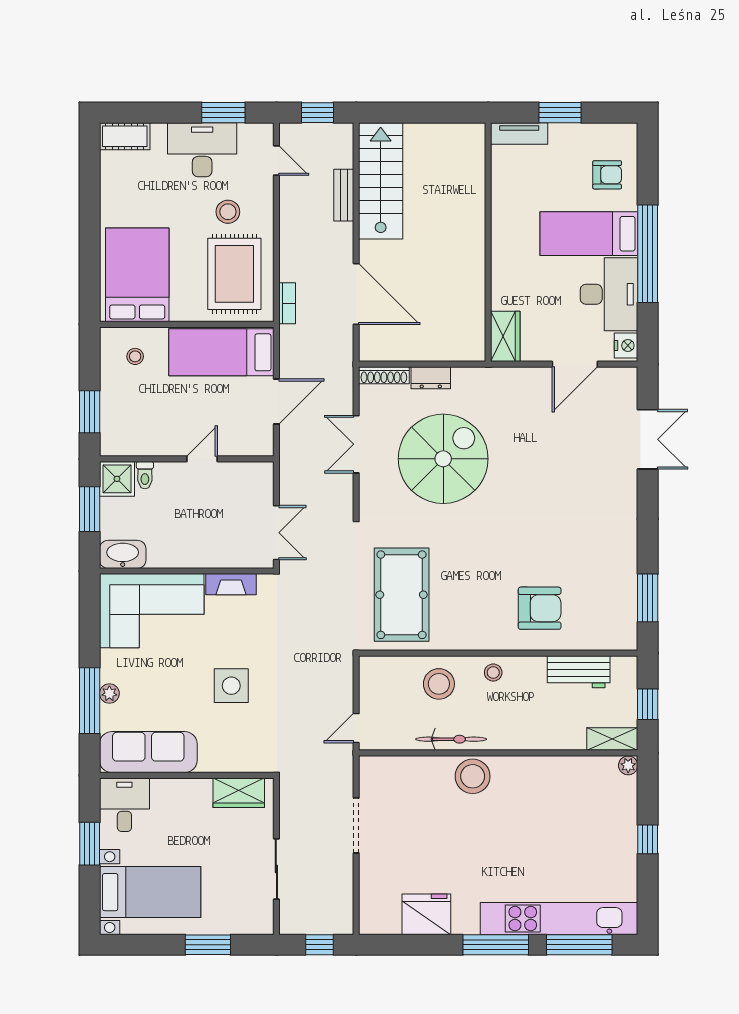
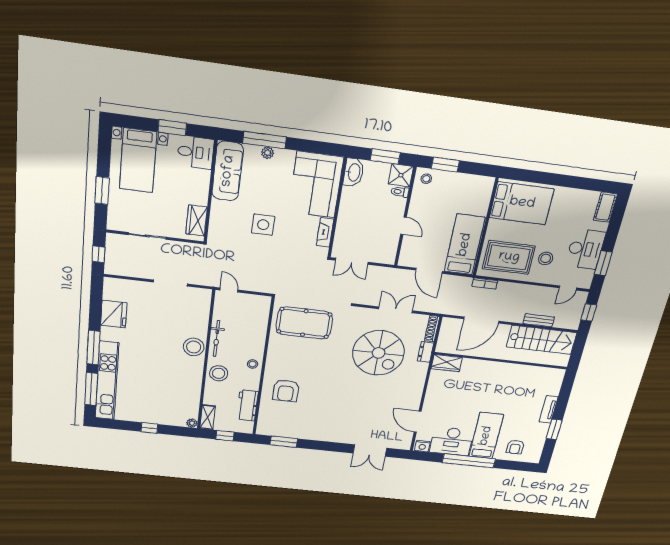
wall: (488, 242) -> (501, 361), moved
wardrobe: (505, 336) -> (447, 363), moved
stool: (135, 356) -> (426, 179), moved
stool: (439, 684) -> (219, 373), moved

